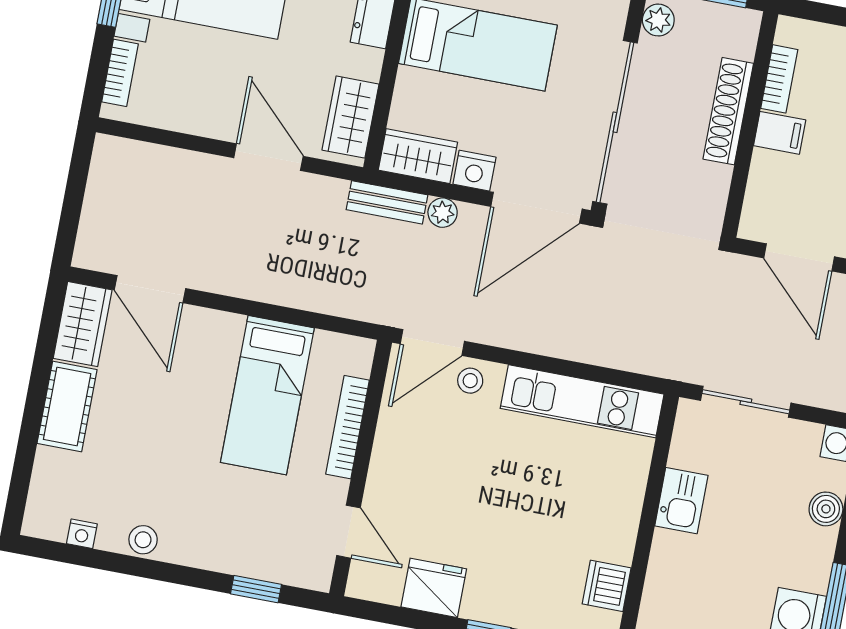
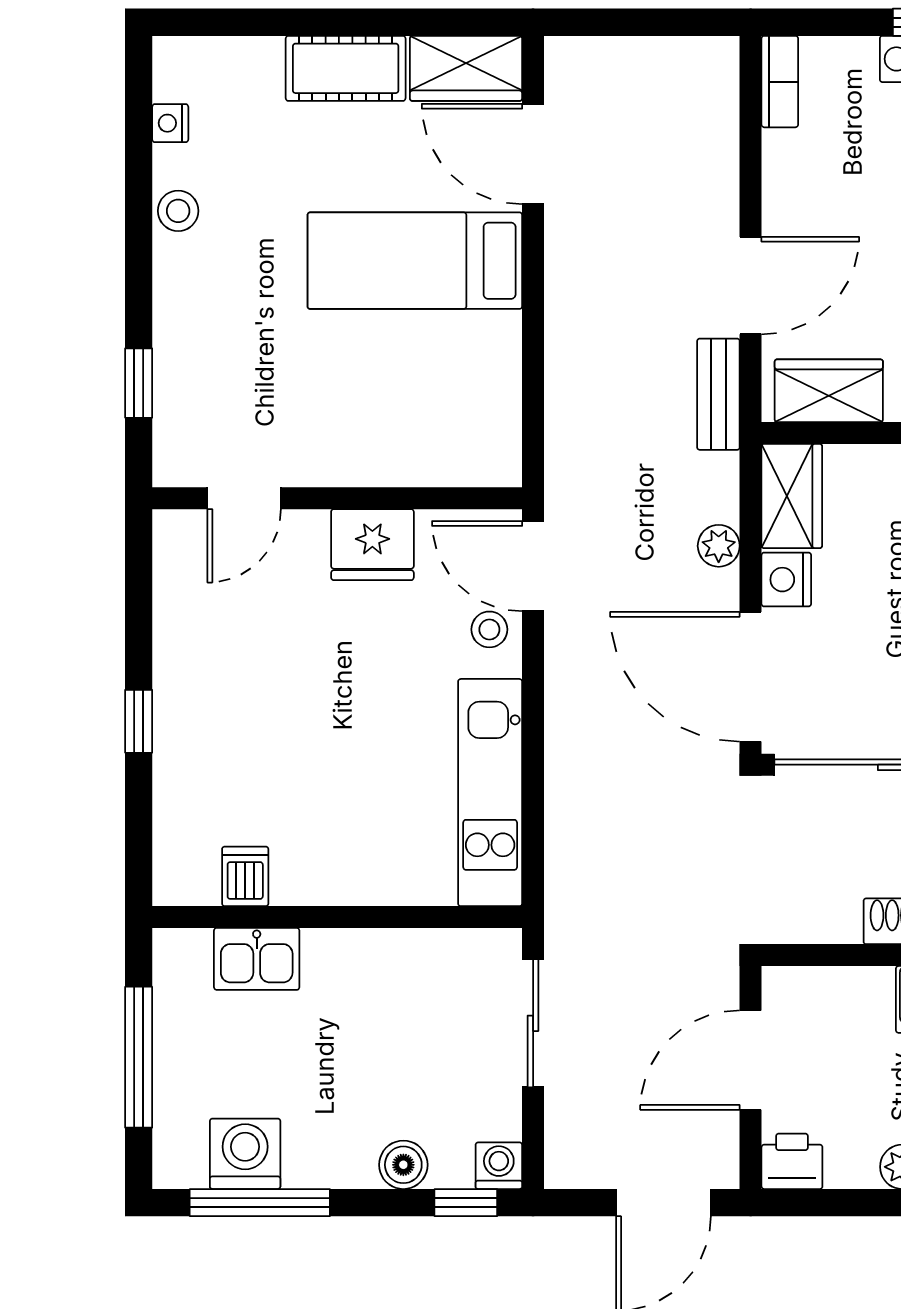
bookcase: (120, 73) -> (780, 82), moved, turned -90
bench: (387, 202) -> (718, 394), moved
door: (150, 289) -> (533, 154), hinge flipped
bed: (267, 395) -> (415, 261), moved
bookcase: (347, 427) -> (391, 469), removed
kitchen sink: (681, 501) -> (257, 959), moved
dishwasher: (607, 586) -> (245, 876), width x0.73
fridge: (434, 588) -> (372, 545), moved, turned 90

